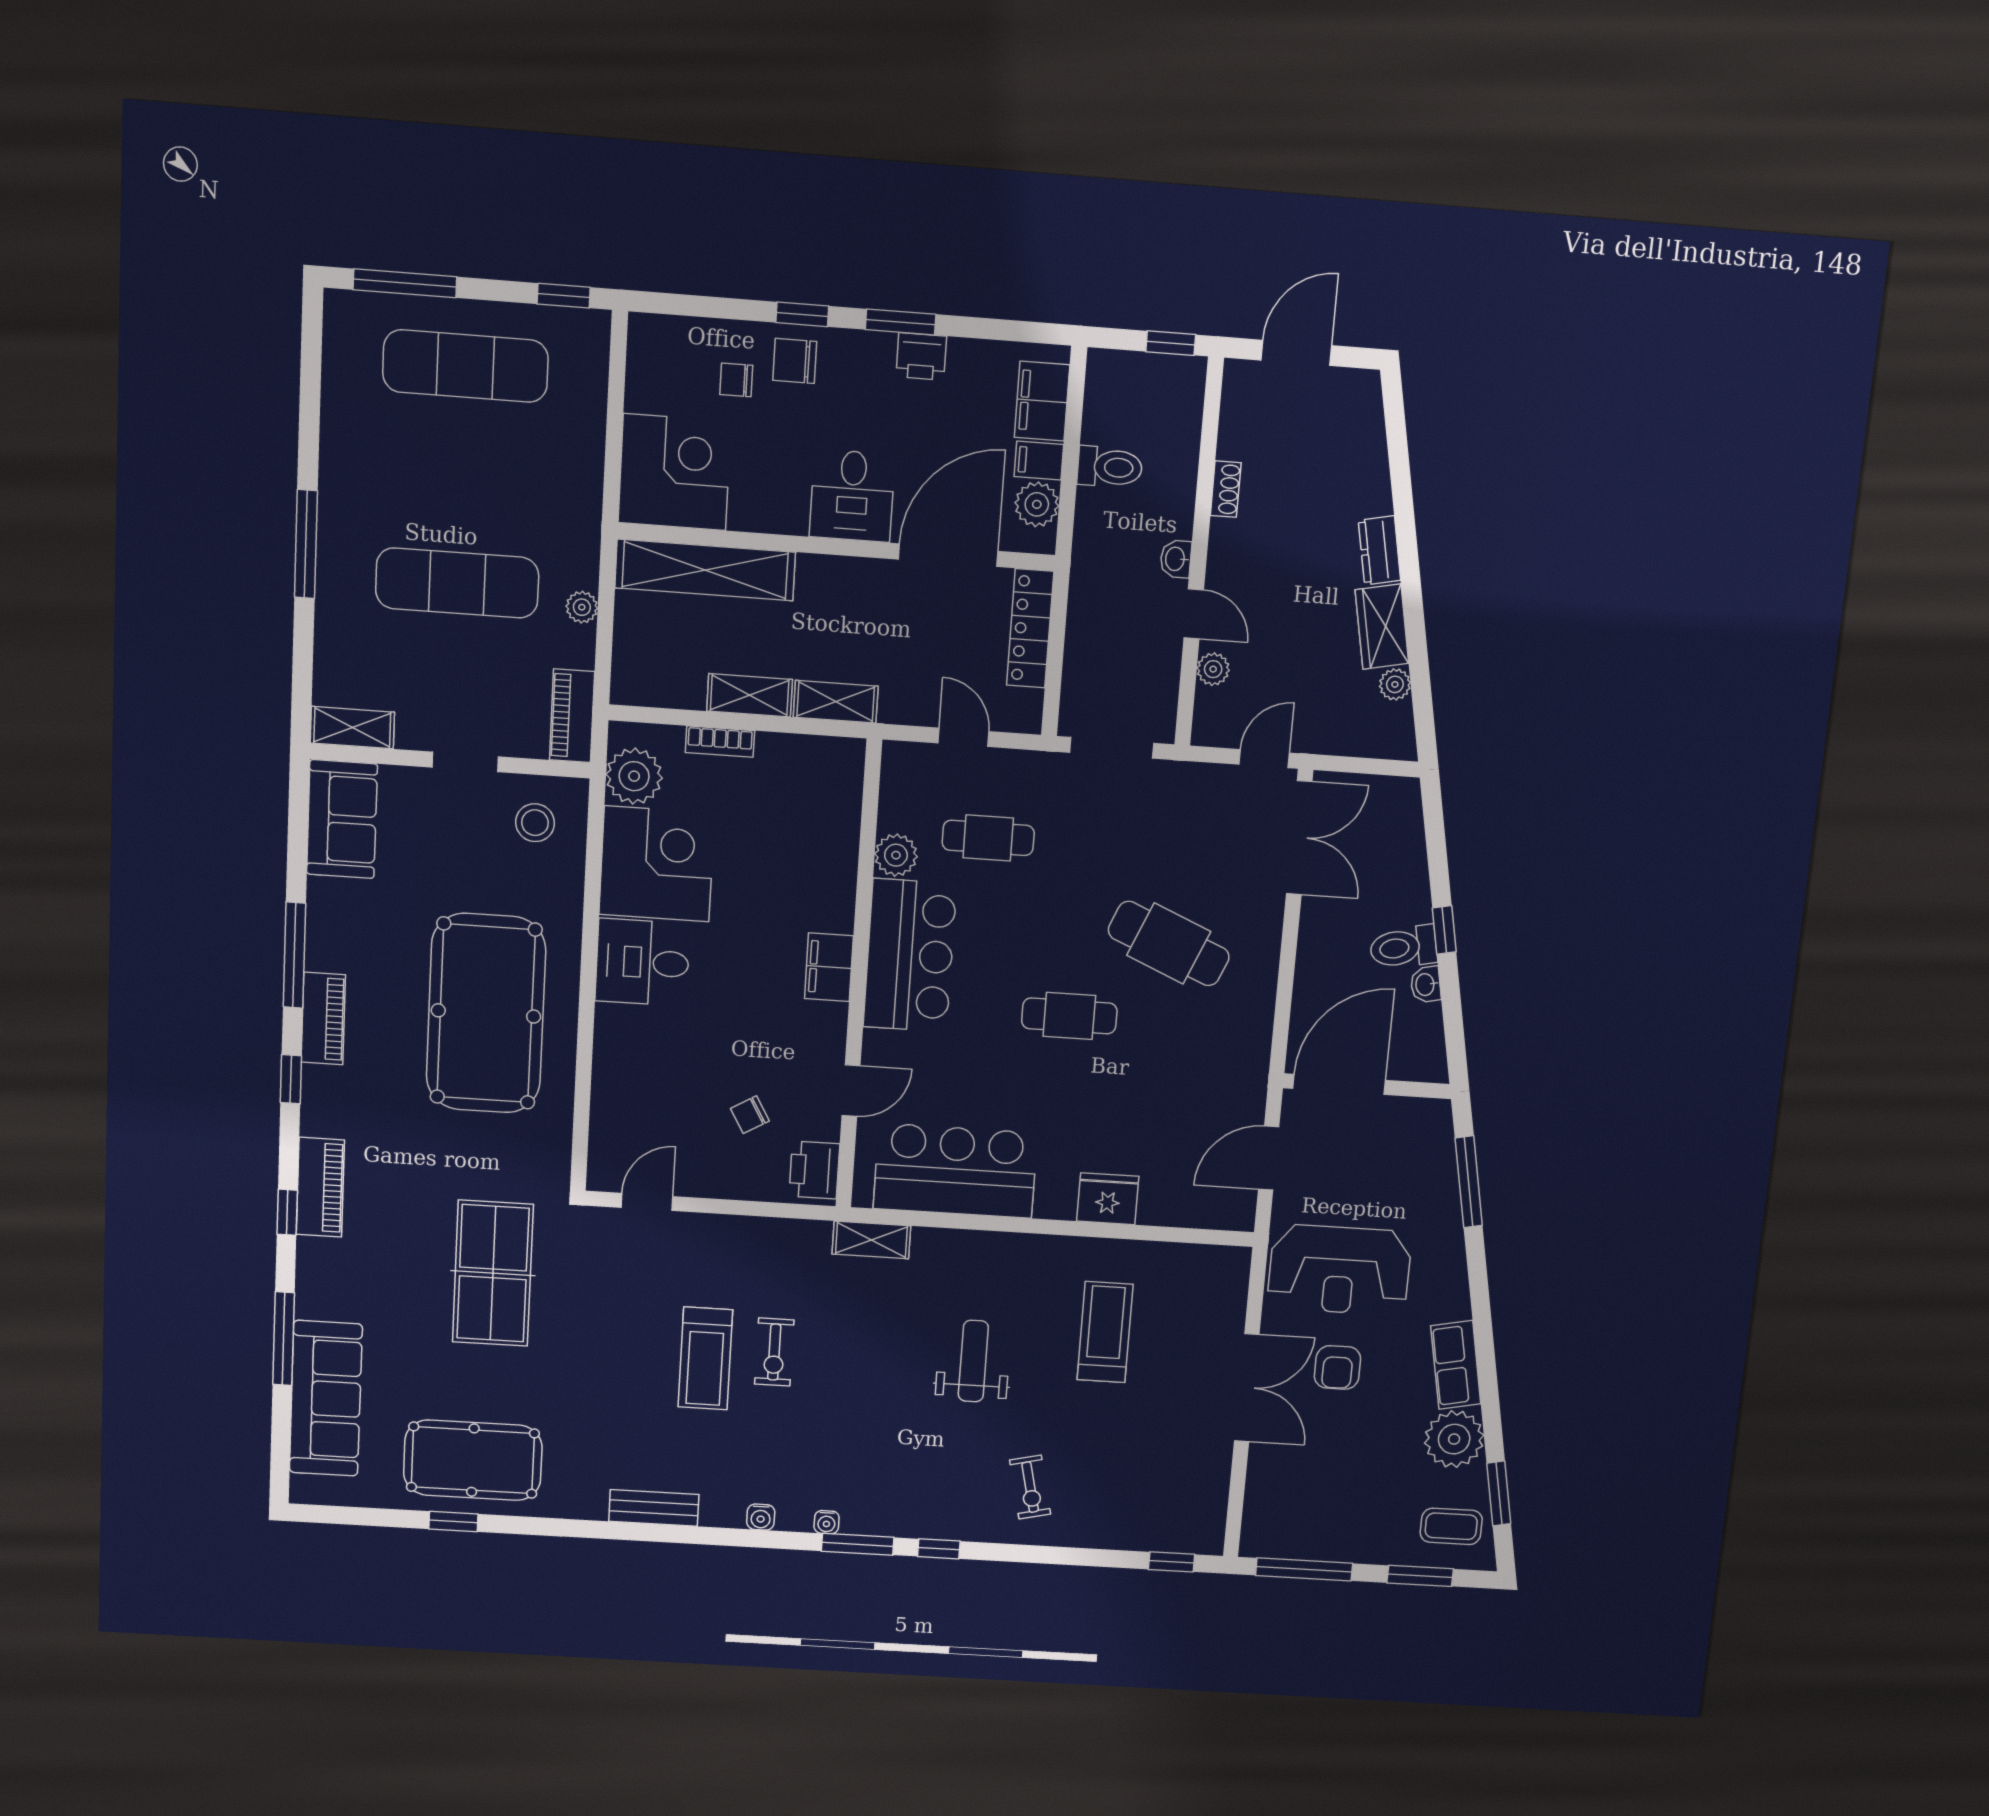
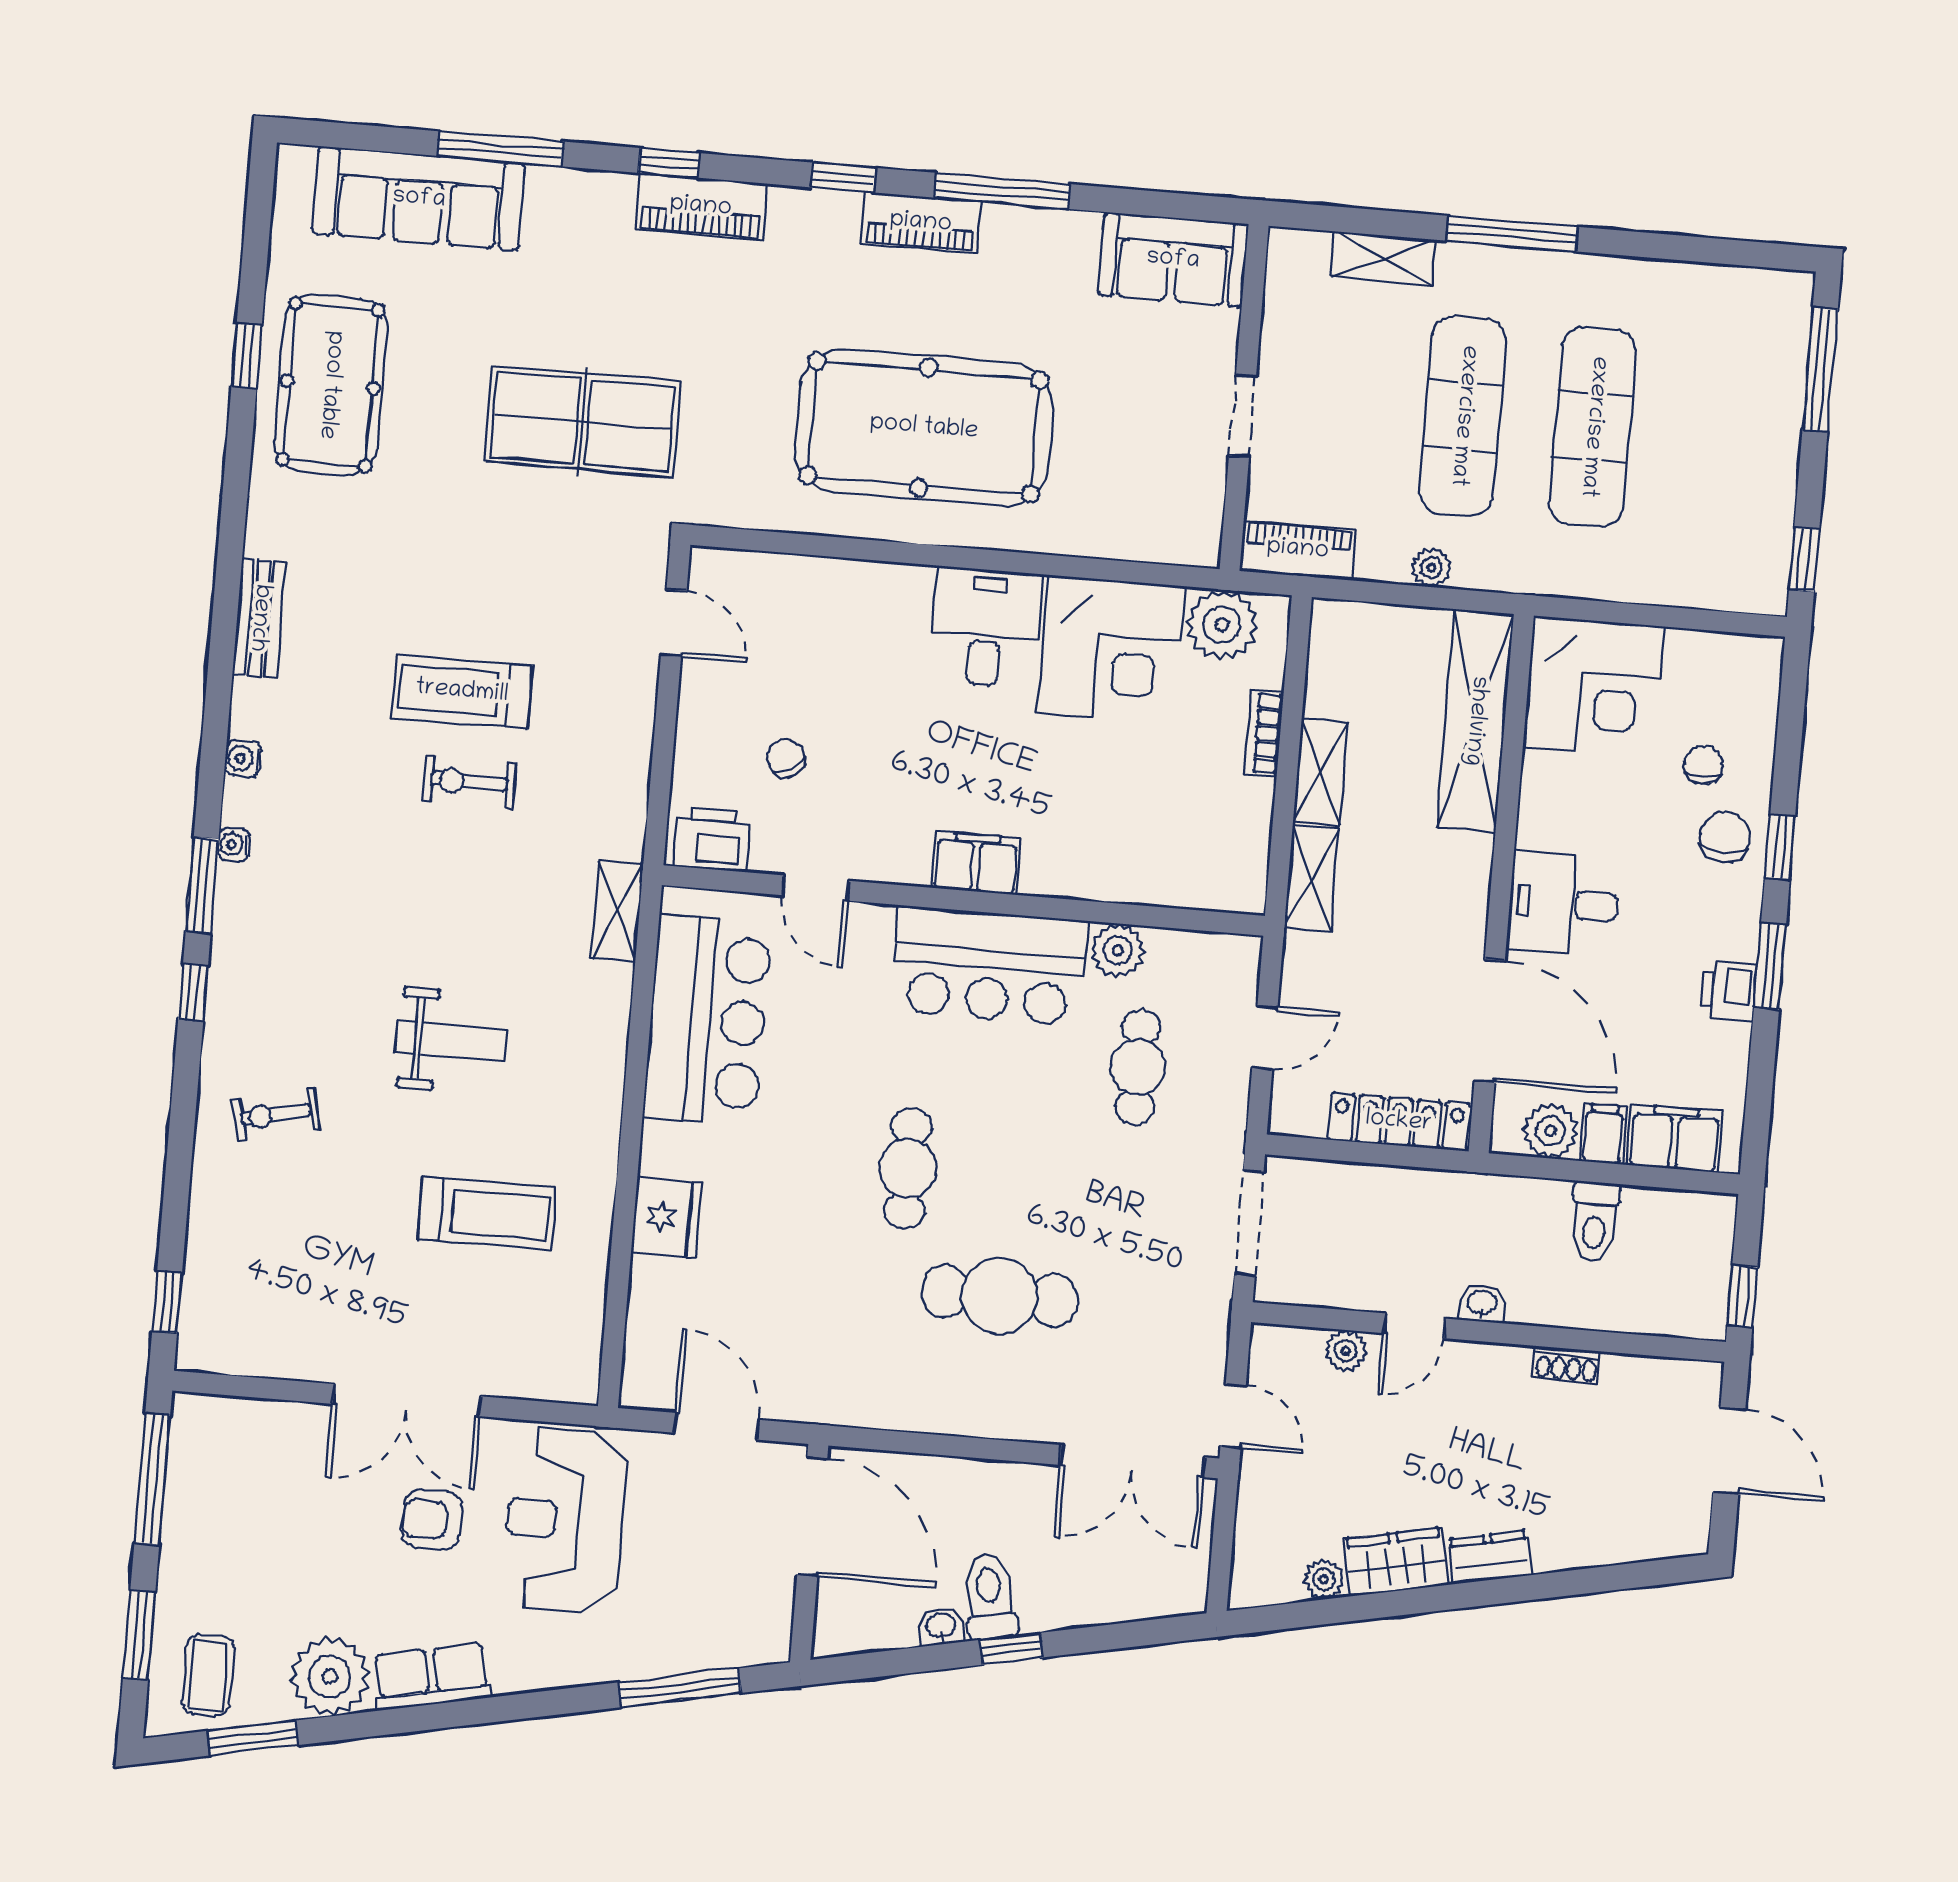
exercise mat: (465, 366) -> (1593, 427), moved
shelving: (352, 728) -> (1383, 258), moved, turned 90
stool: (535, 823) -> (1165, 499), removed
cafe table: (1169, 943) -> (999, 1296), turned 67

